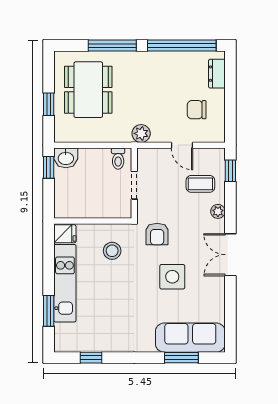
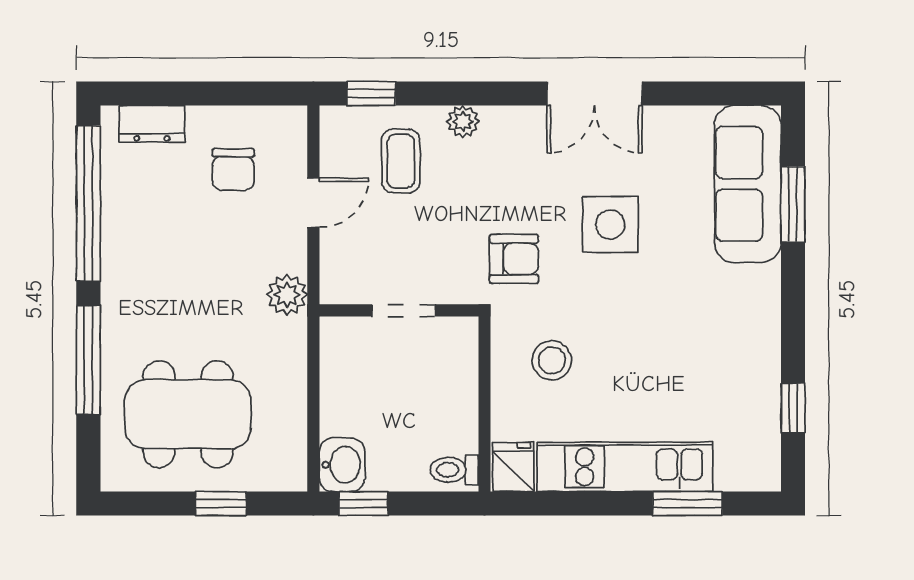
toilet: (118, 159) -> (454, 470), moved, turned 180
double door: (230, 255) -> (595, 94), moved

